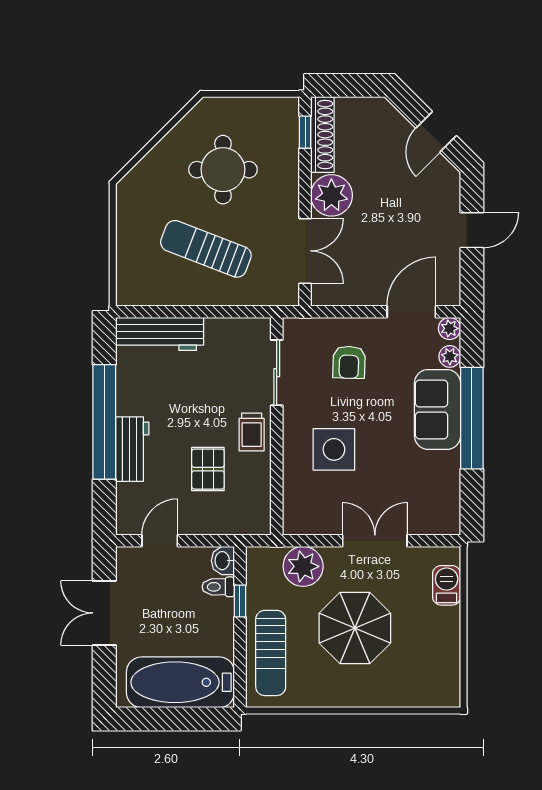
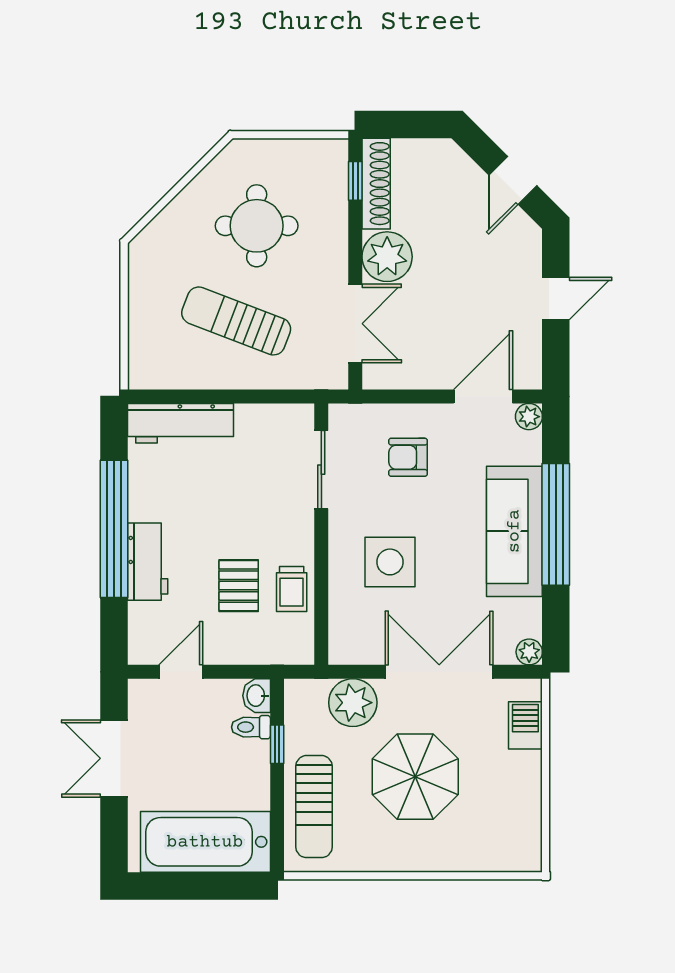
plant: (450, 356) -> (529, 652), moved
armchair: (349, 362) -> (408, 457), turned 88
sofa: (438, 409) -> (514, 531), width x1.36
trolley: (252, 432) -> (292, 589), moved
double door: (375, 541) -> (439, 672), width x1.37

